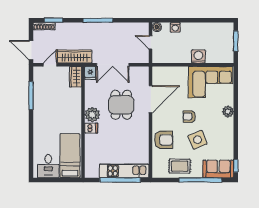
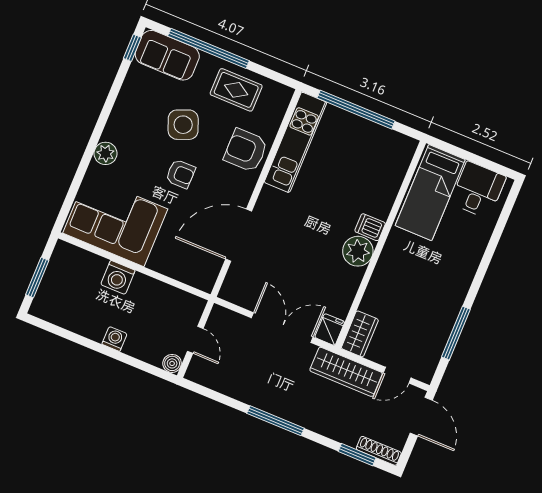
washing machine: (175, 27) -> (115, 339), moved
dining table: (121, 105) -> (297, 247), removed
kitchen unit: (124, 171) -> (295, 142), moved, turned -90

